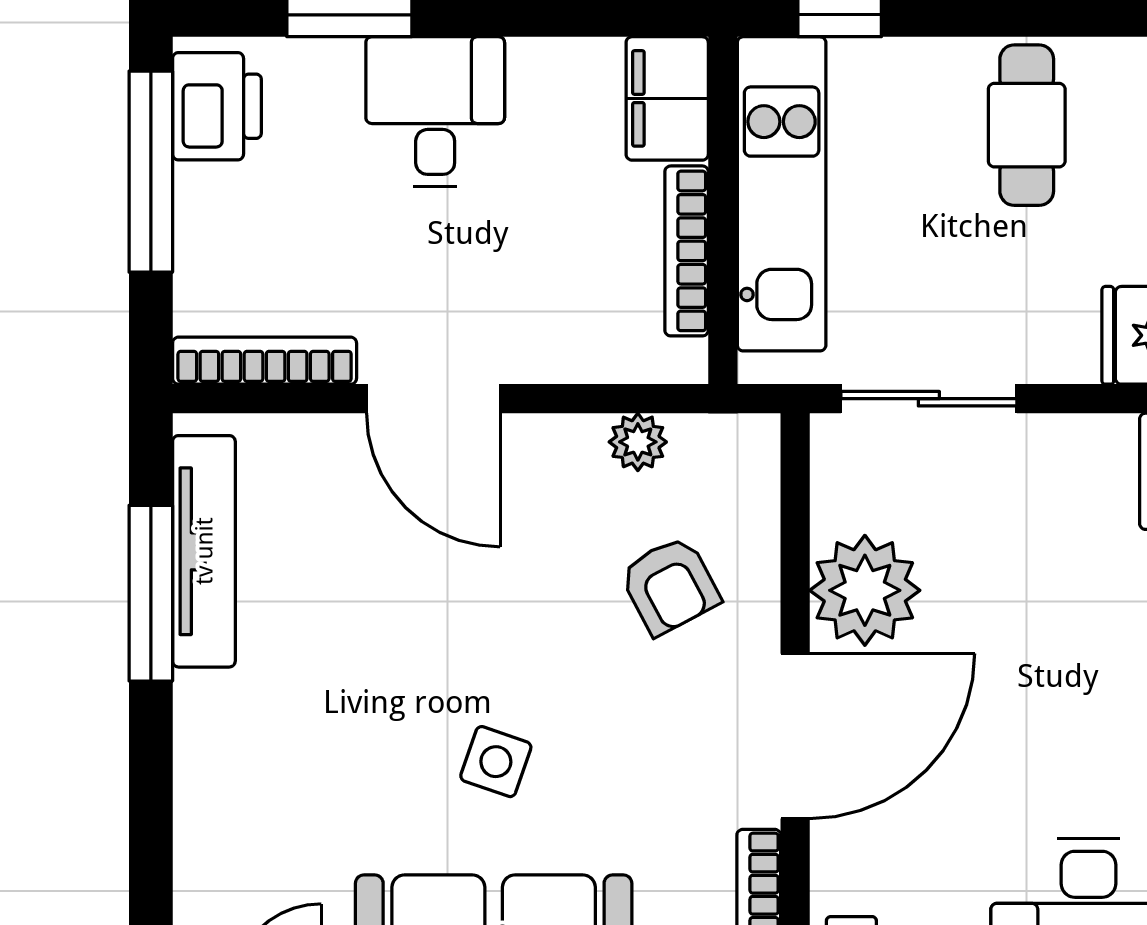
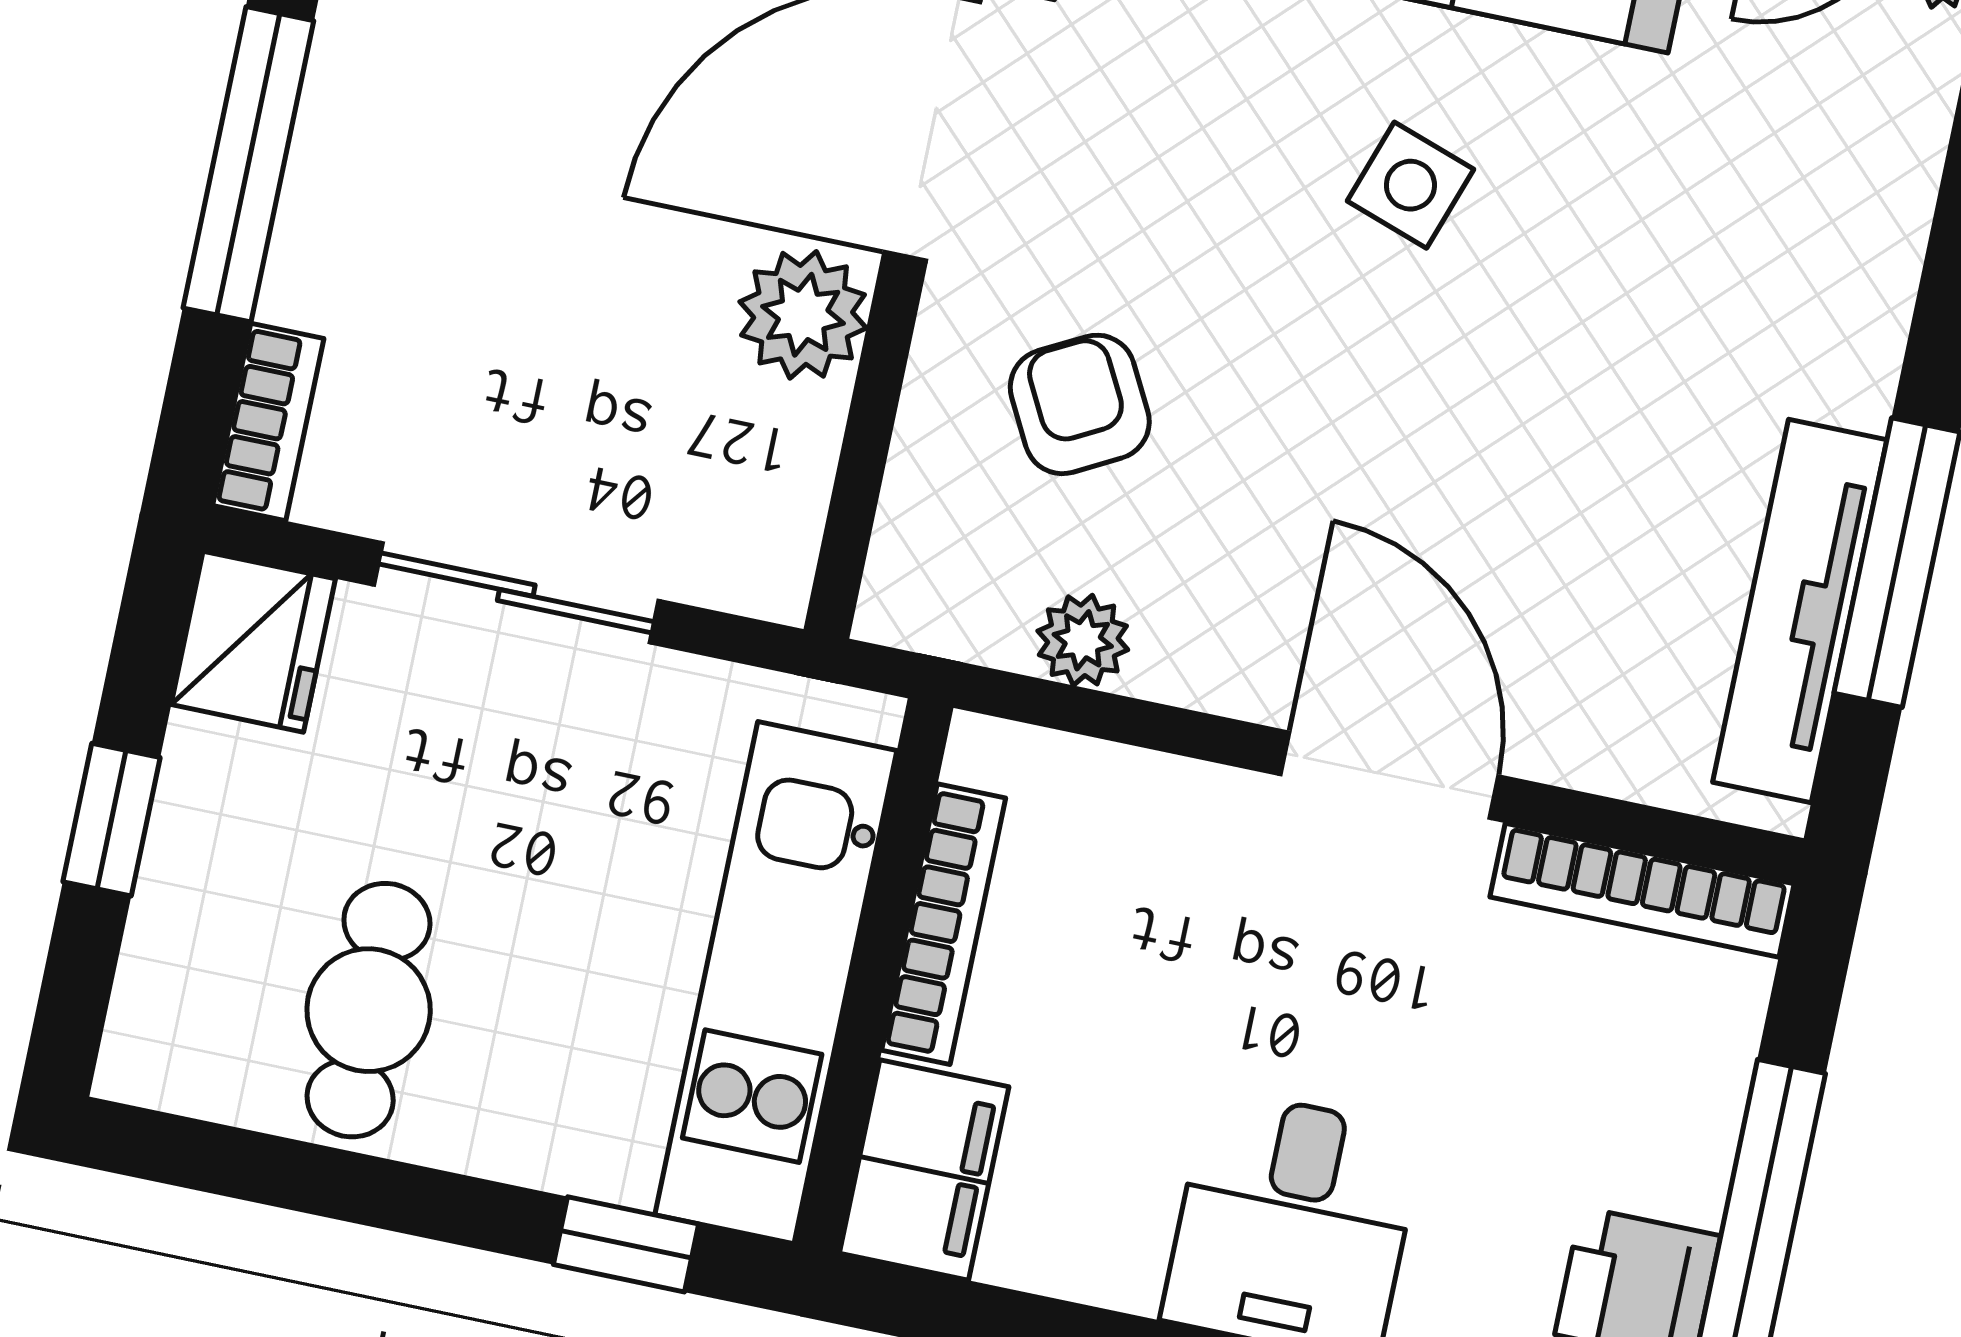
sliding door: (929, 399) -> (516, 593), moved
plant: (865, 590) -> (803, 315), width x0.73, depth x0.73

